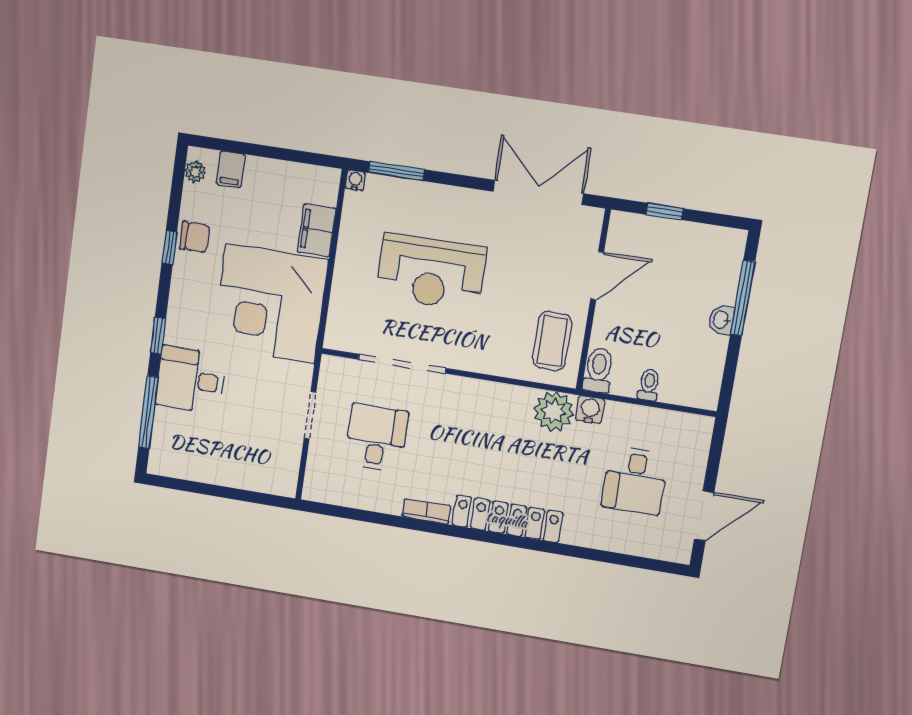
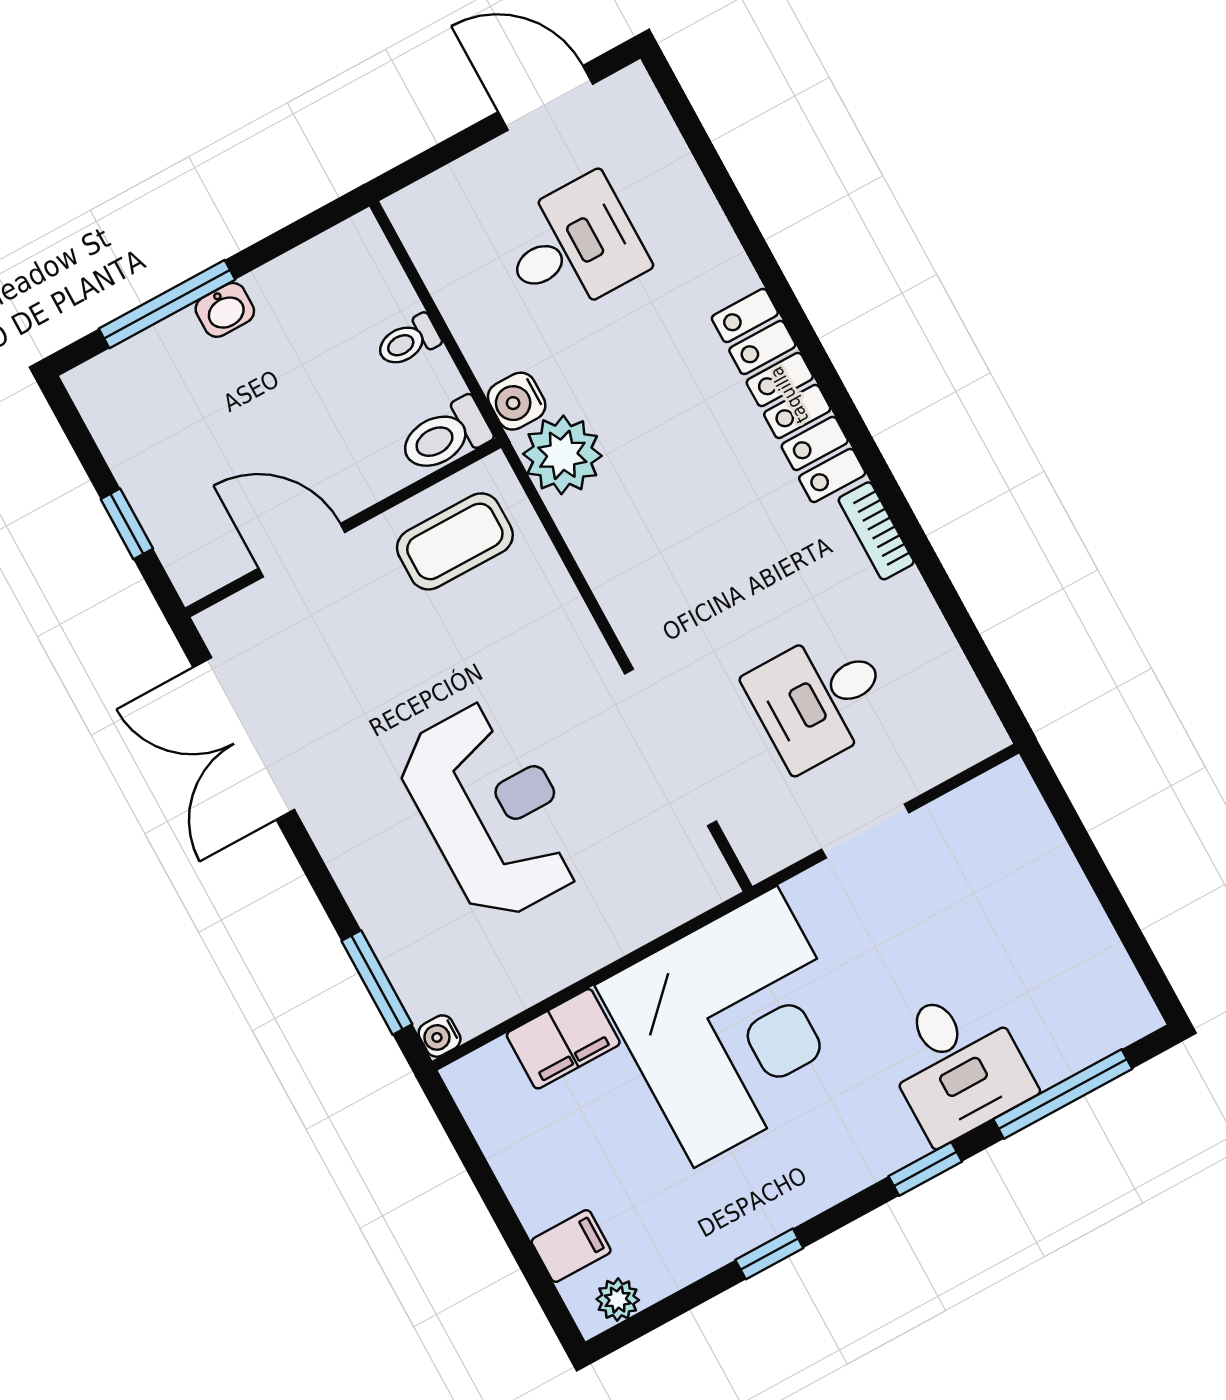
chair: (195, 237) -> (722, 1225), removed

